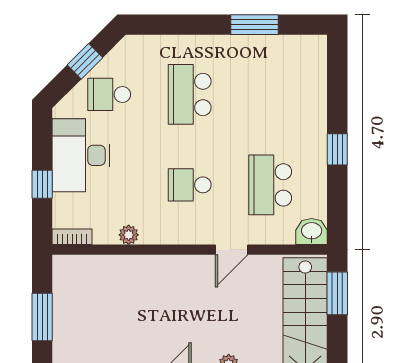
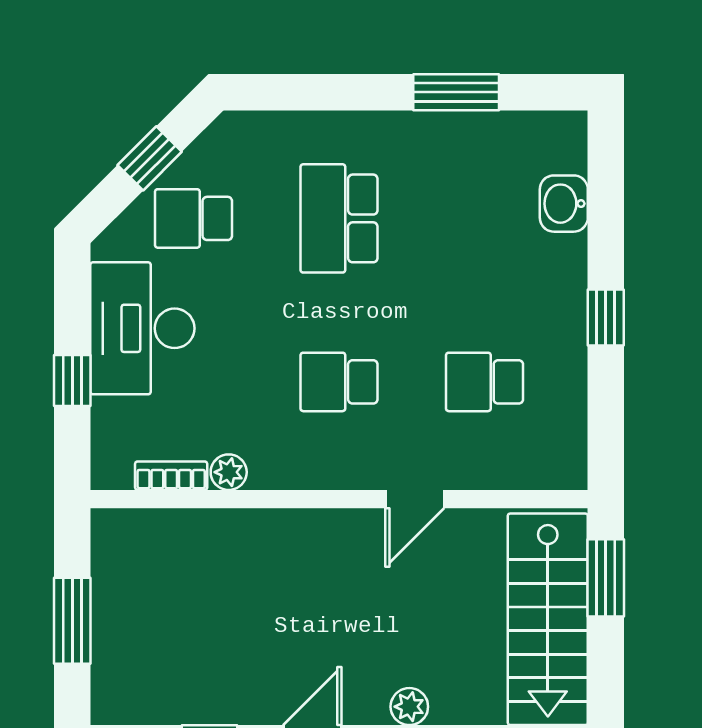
school desk: (270, 185) -> (485, 382), width x0.54
washbasin: (312, 231) -> (564, 204), moved, turned -90
bookcase: (72, 237) -> (171, 476), moved

